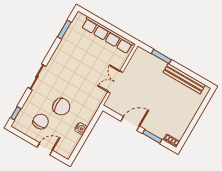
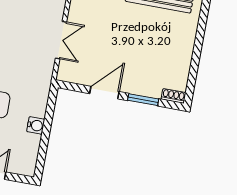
double door: (115, 82) -> (61, 40), swing flipped

